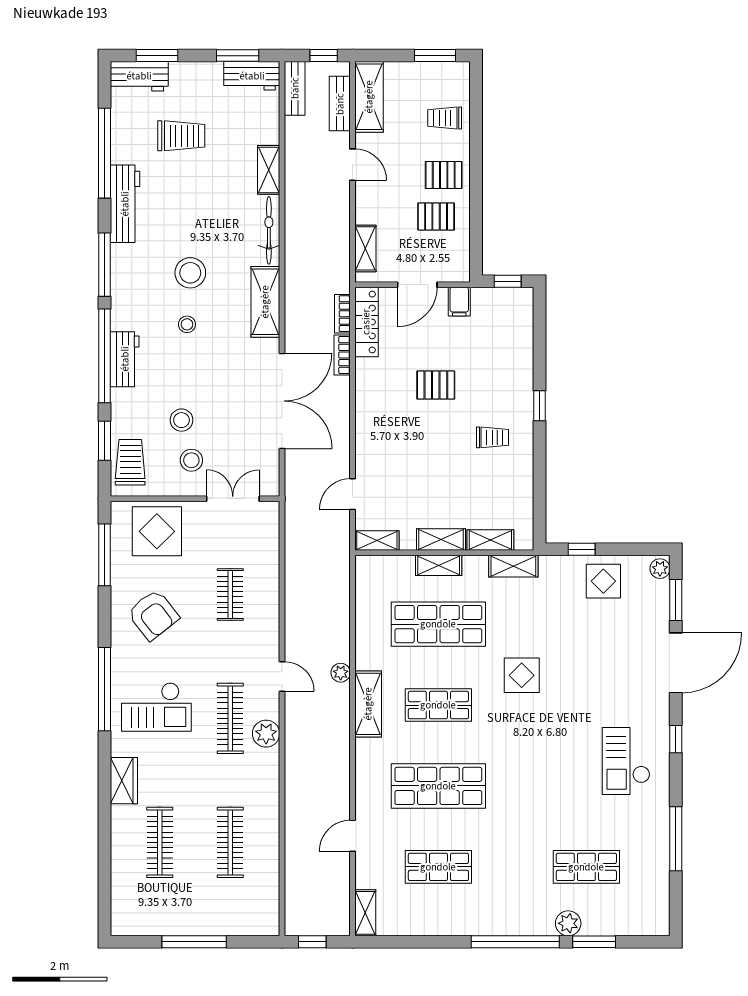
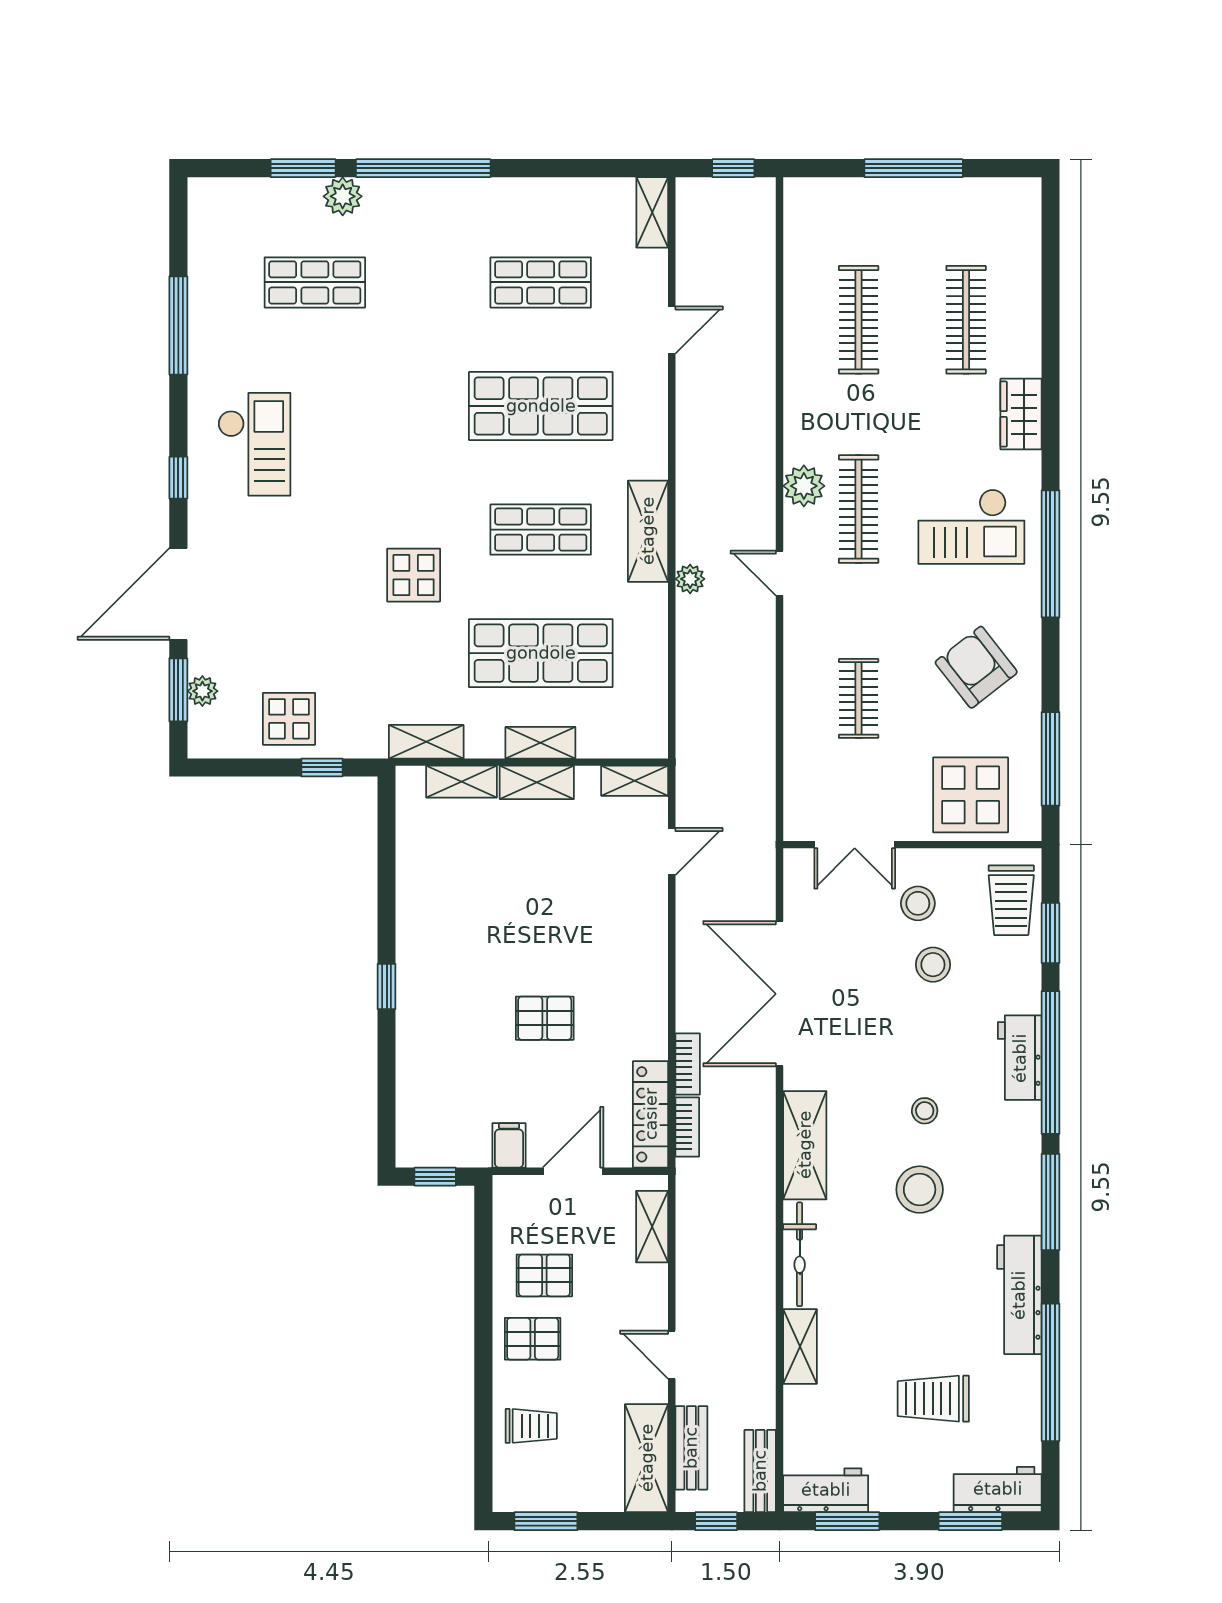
trolley: (493, 437) -> (458, 938), removed
plant: (660, 569) -> (202, 691), moved
checkout: (156, 707) -> (971, 527), turned 180

